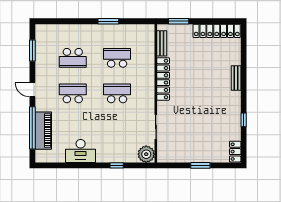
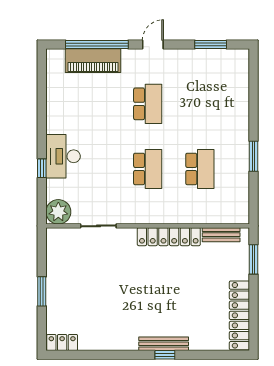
school desk: (73, 58) -> (200, 104), removed
bench: (236, 78) -> (164, 344), width x1.36
window: (244, 120) -> (165, 355), moved
desk: (81, 151) -> (63, 156), moved

